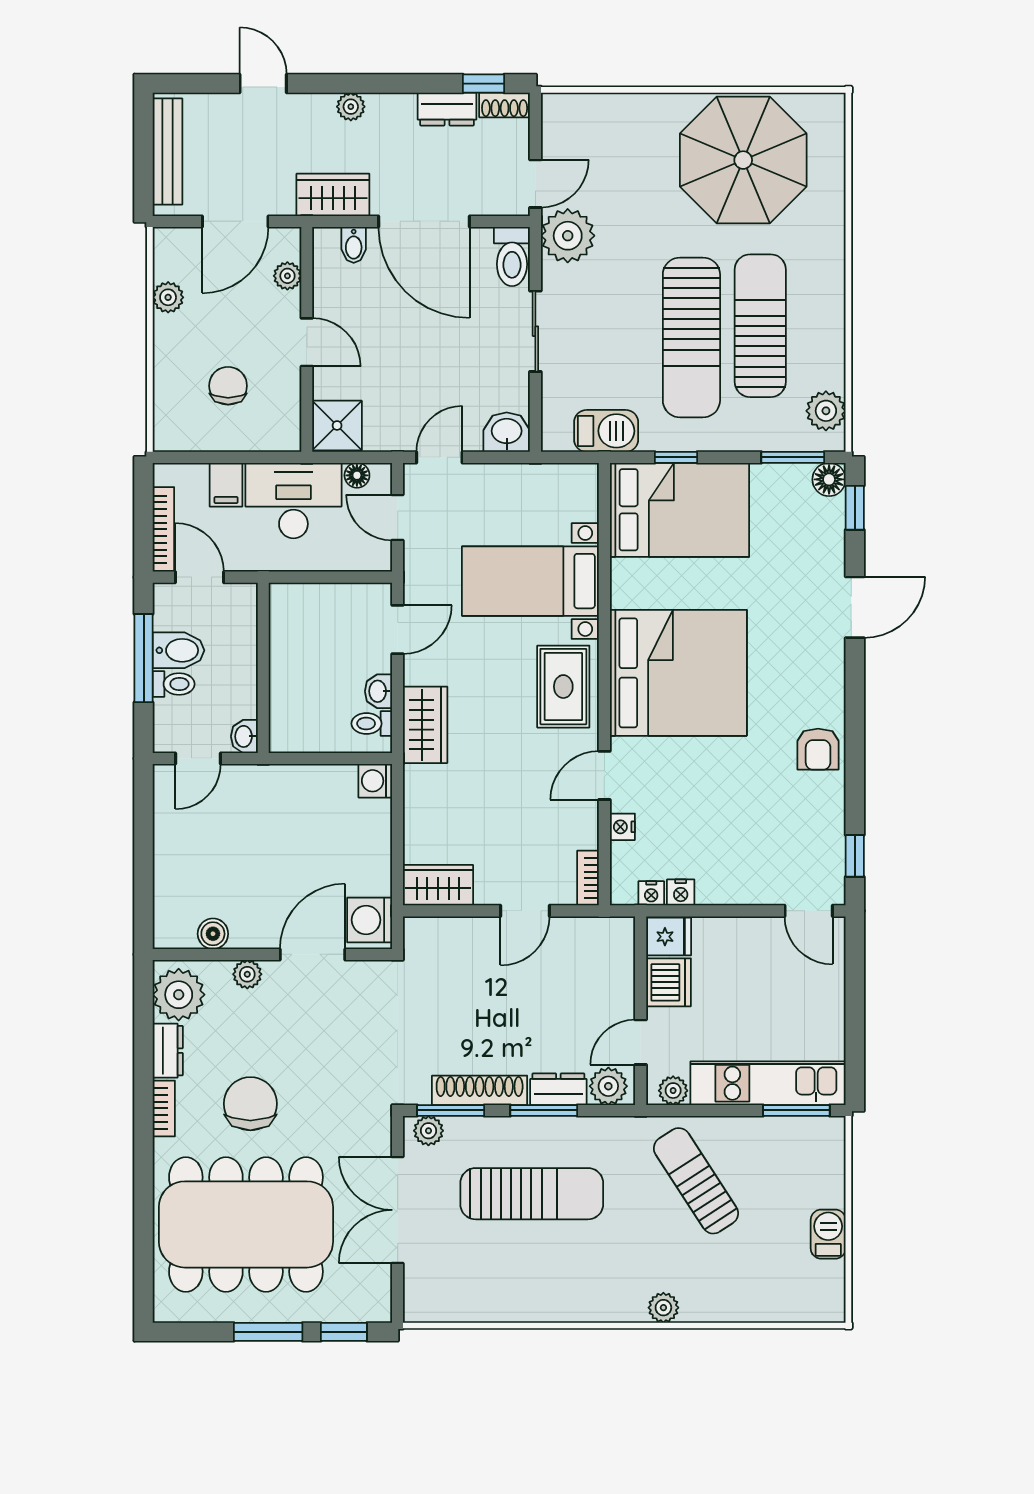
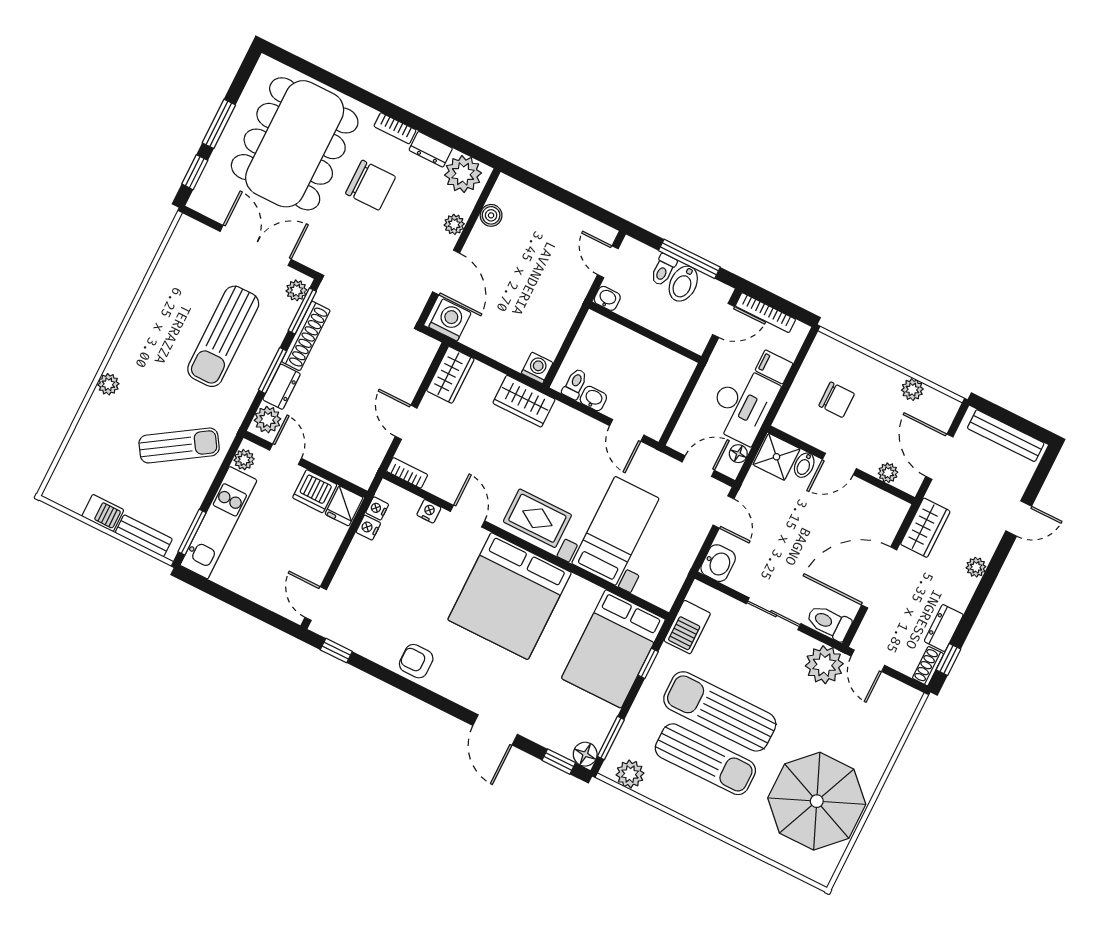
bidet: (354, 245) -> (804, 465), moved, turned -90
wardrobe: (425, 725) -> (524, 401), moved
door: (809, 911) -> (316, 604), hinge flipped
bench: (831, 1169) -> (144, 536), added

